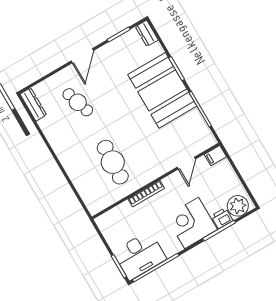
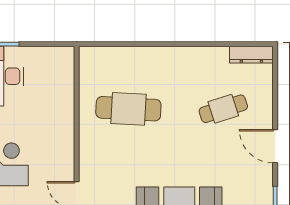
bookcase: (146, 194) -> (68, 126), removed

